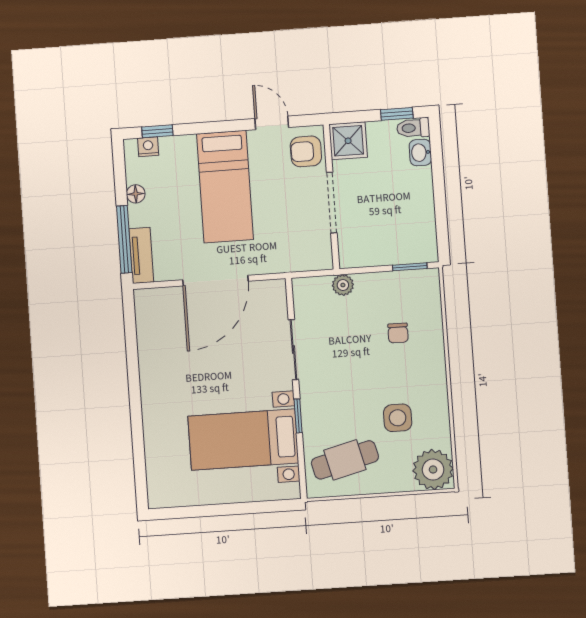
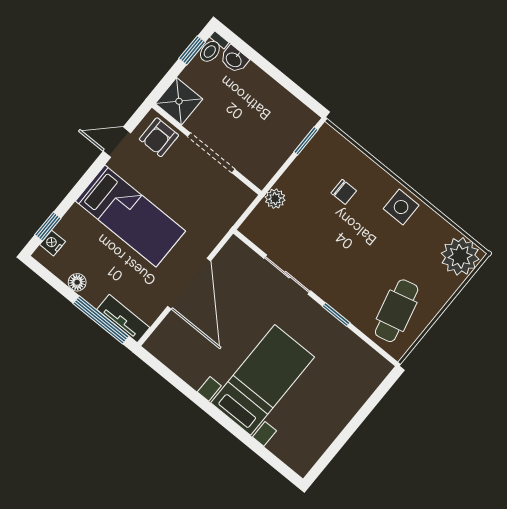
side table: (398, 418) -> (401, 207), moved
bed with nightstands: (243, 440) -> (263, 380), moved, turned 180

